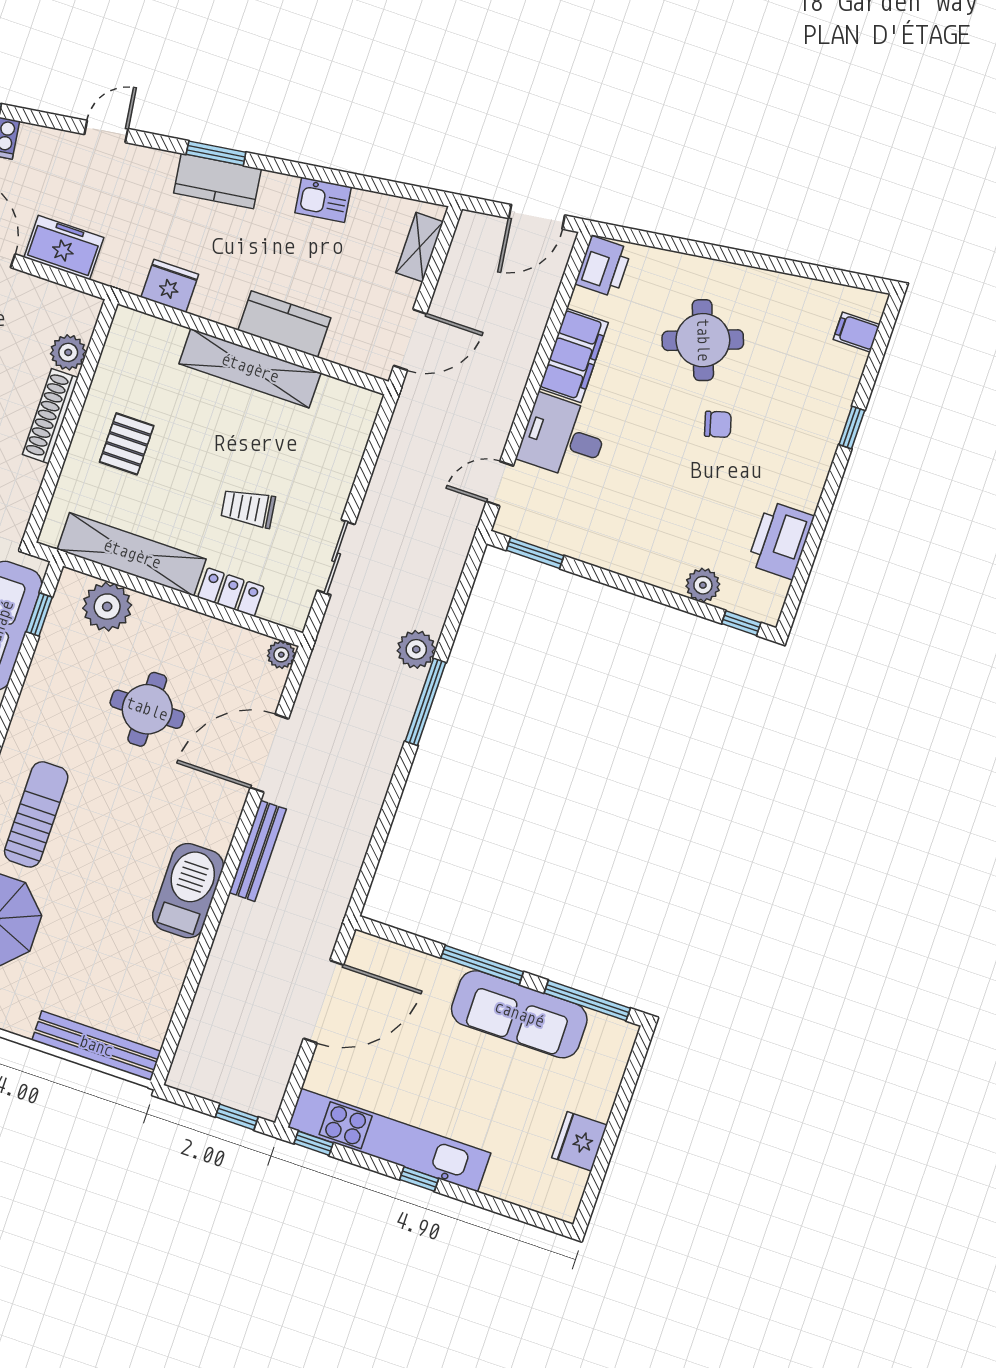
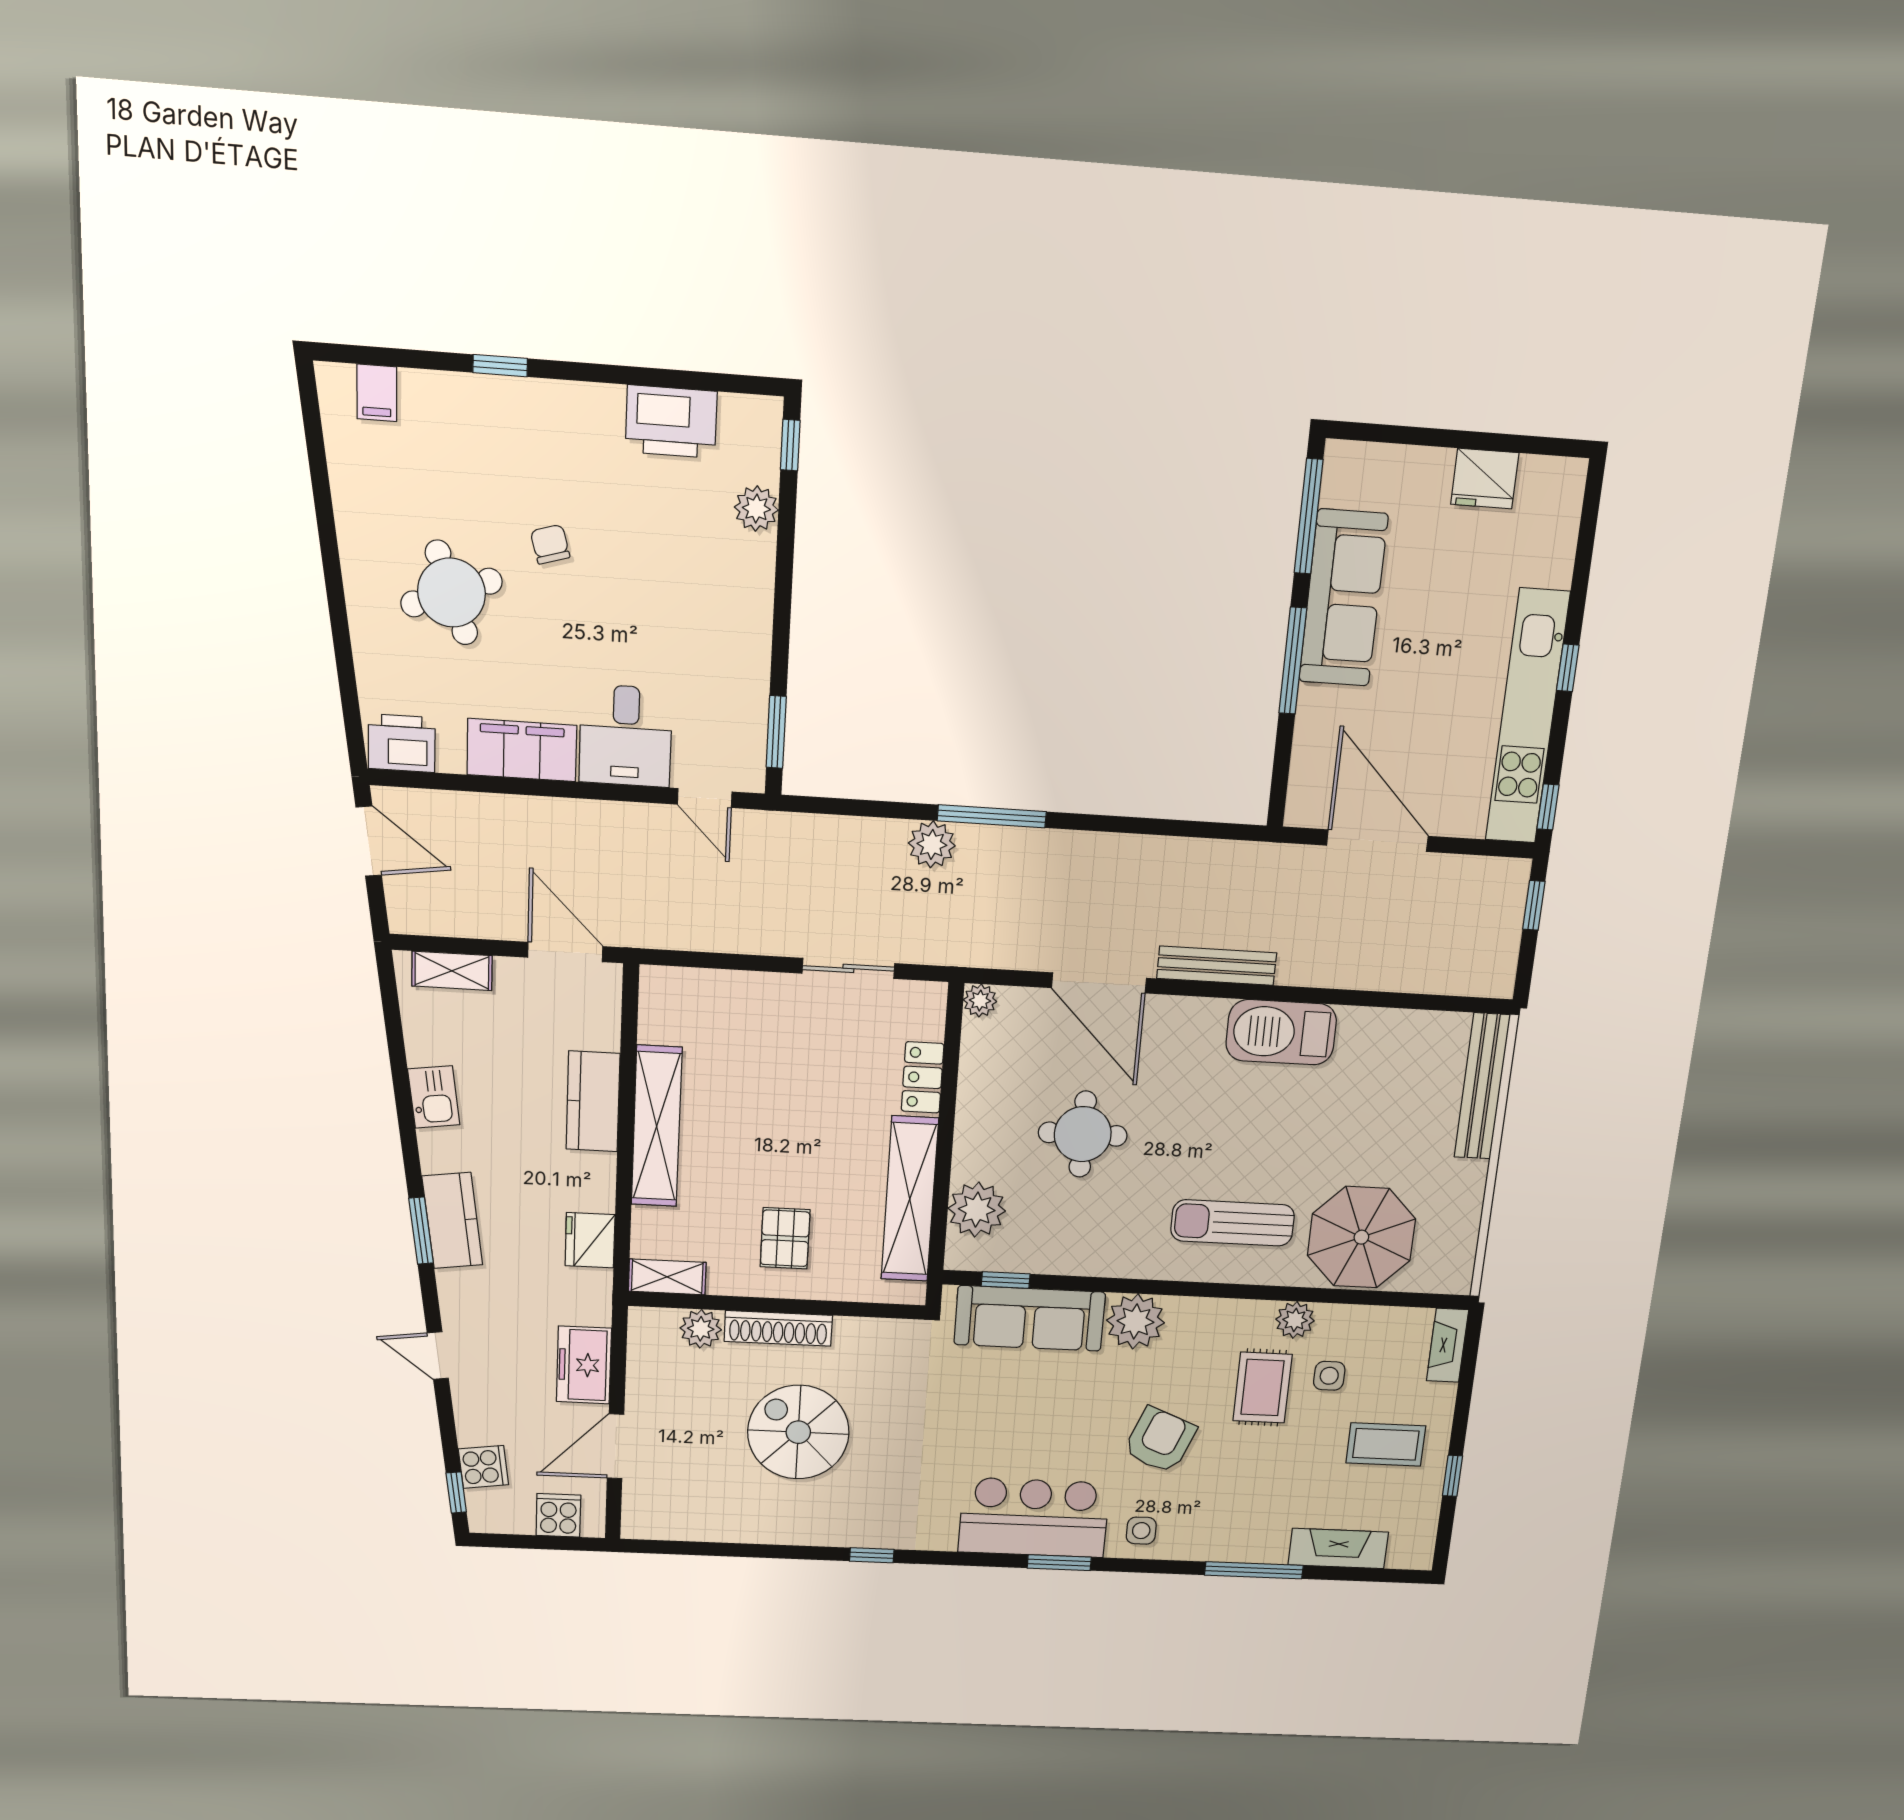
shelving: (121, 339) -> (667, 1277), added
pallet: (127, 444) -> (785, 1238), turned 90
trolley: (248, 508) -> (820, 1085), removed

